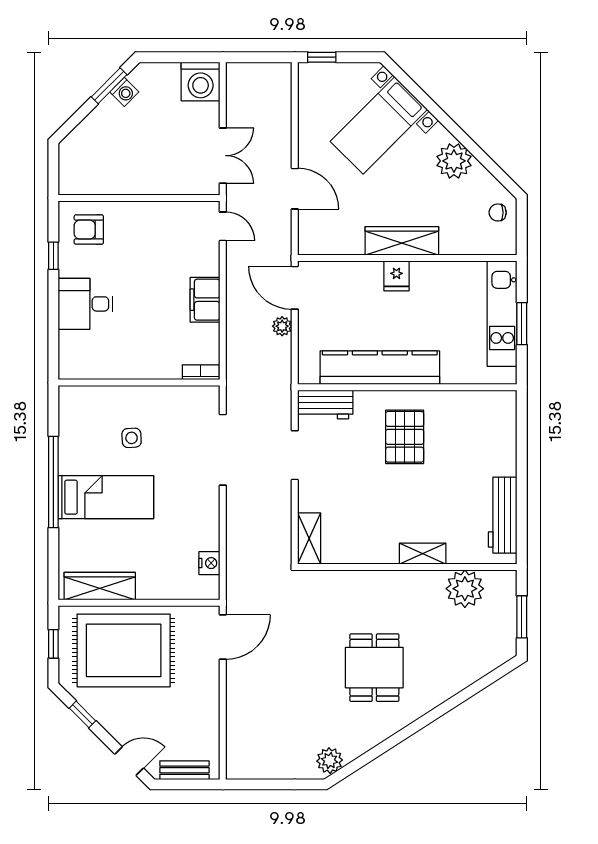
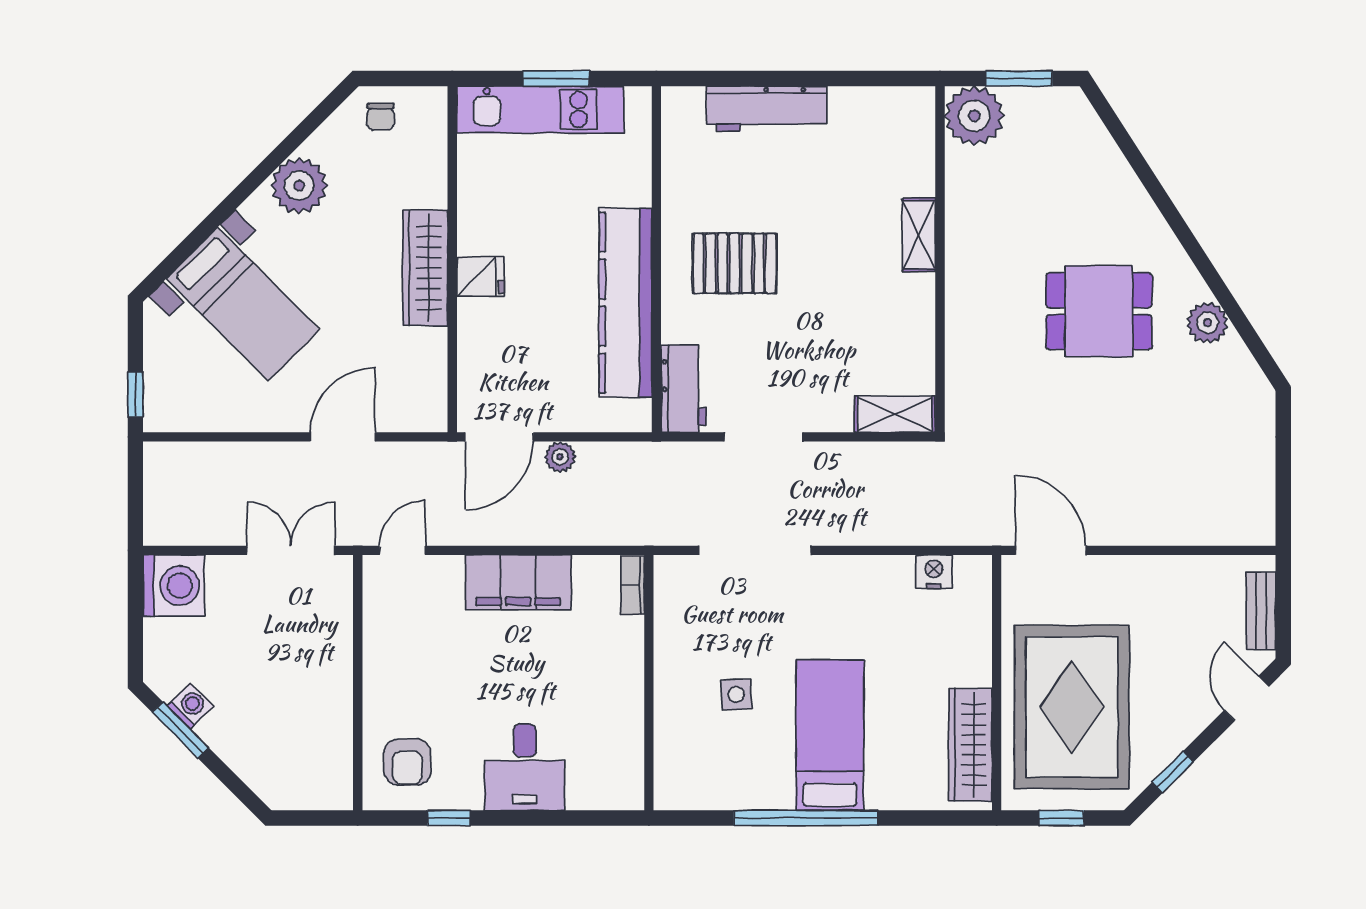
filing cabinet: (205, 300) -> (518, 582), width x1.50, depth x1.17
workbench: (503, 515) -> (767, 109), moved
plant: (465, 589) -> (974, 116), moved
plant: (330, 761) -> (1208, 323), moved

